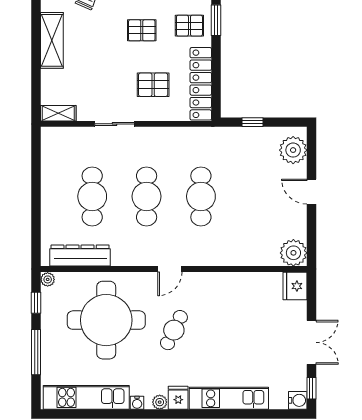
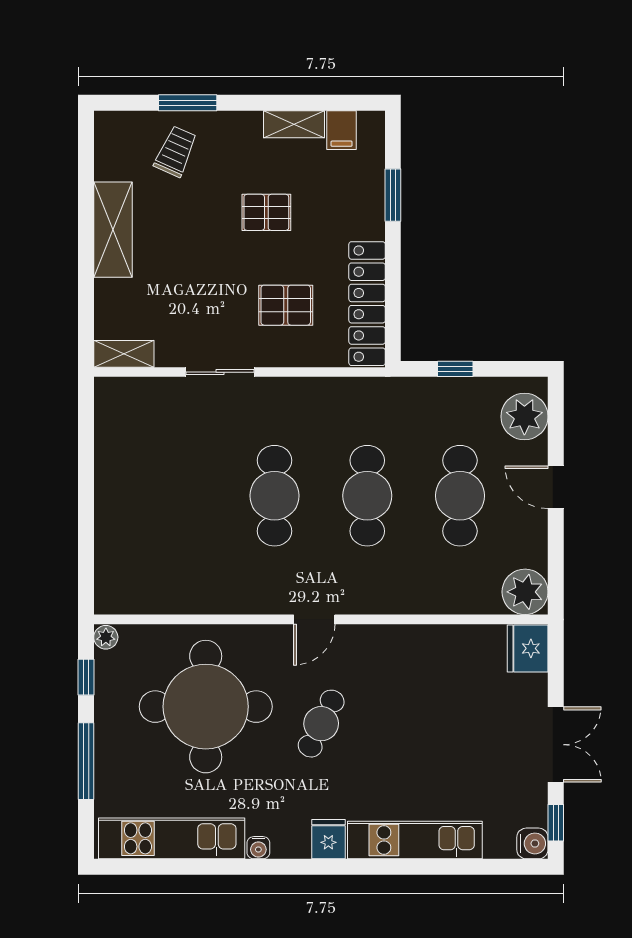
pallet: (189, 26) -> (348, 204), removed
cafe table: (92, 196) -> (460, 496), moved
dresser: (80, 256) -> (161, 596), removed
plant: (160, 402) -> (297, 846), removed

